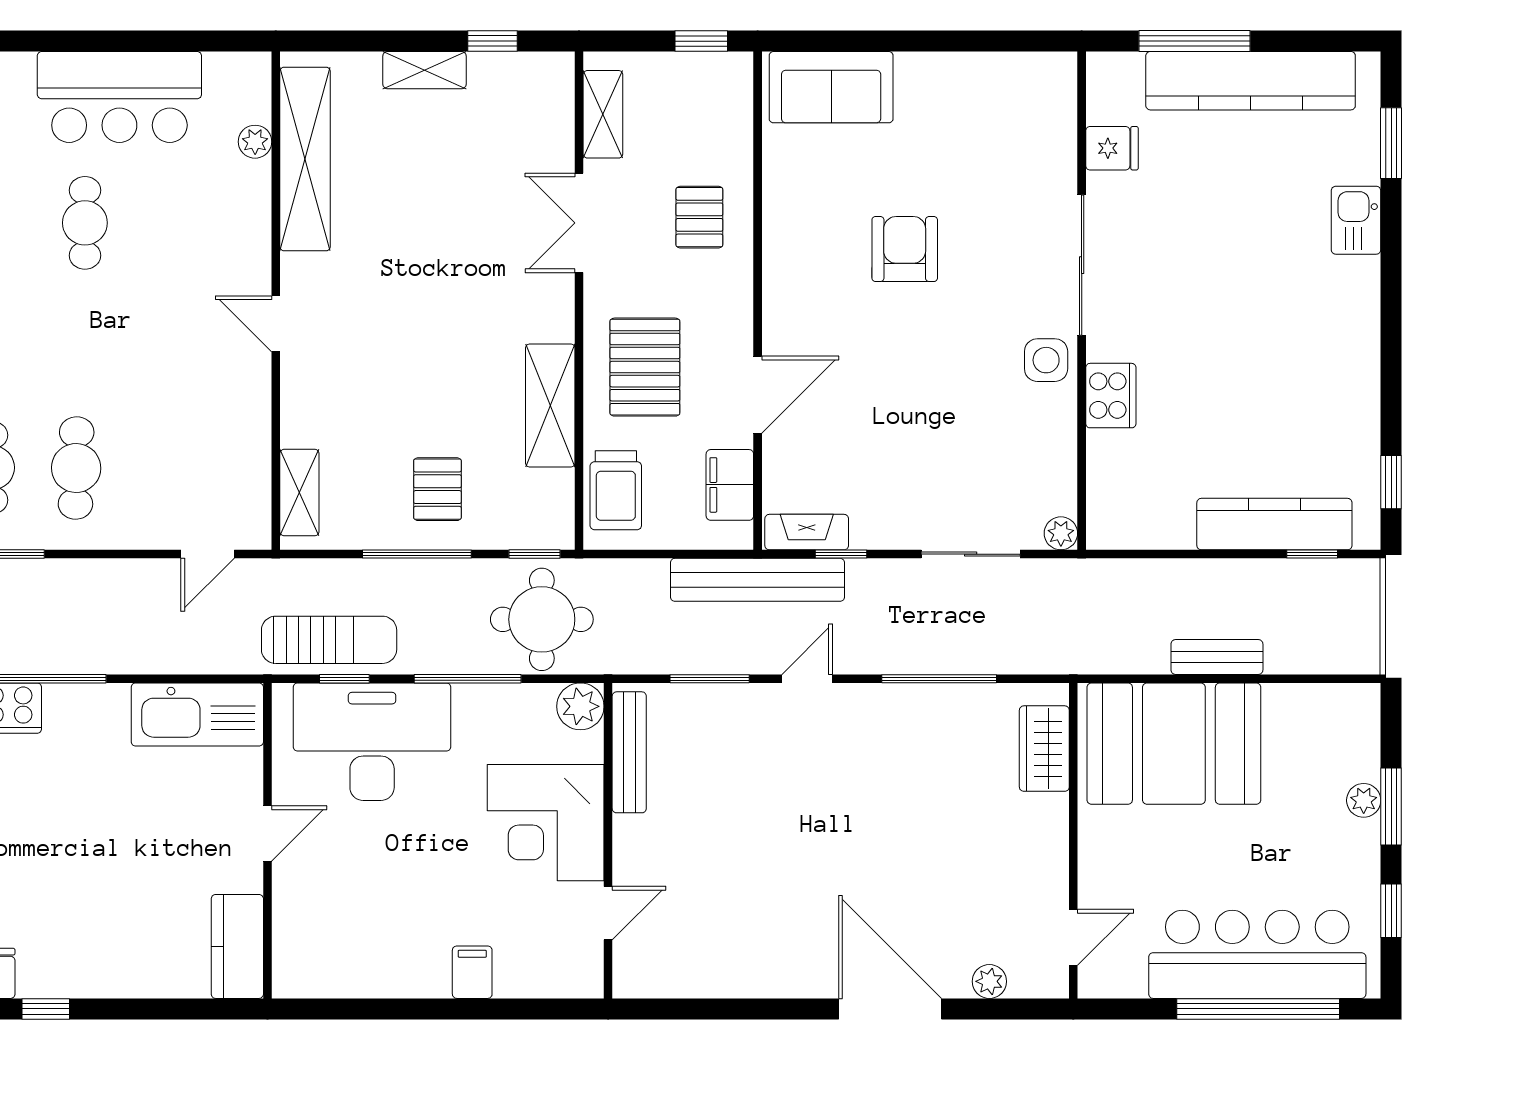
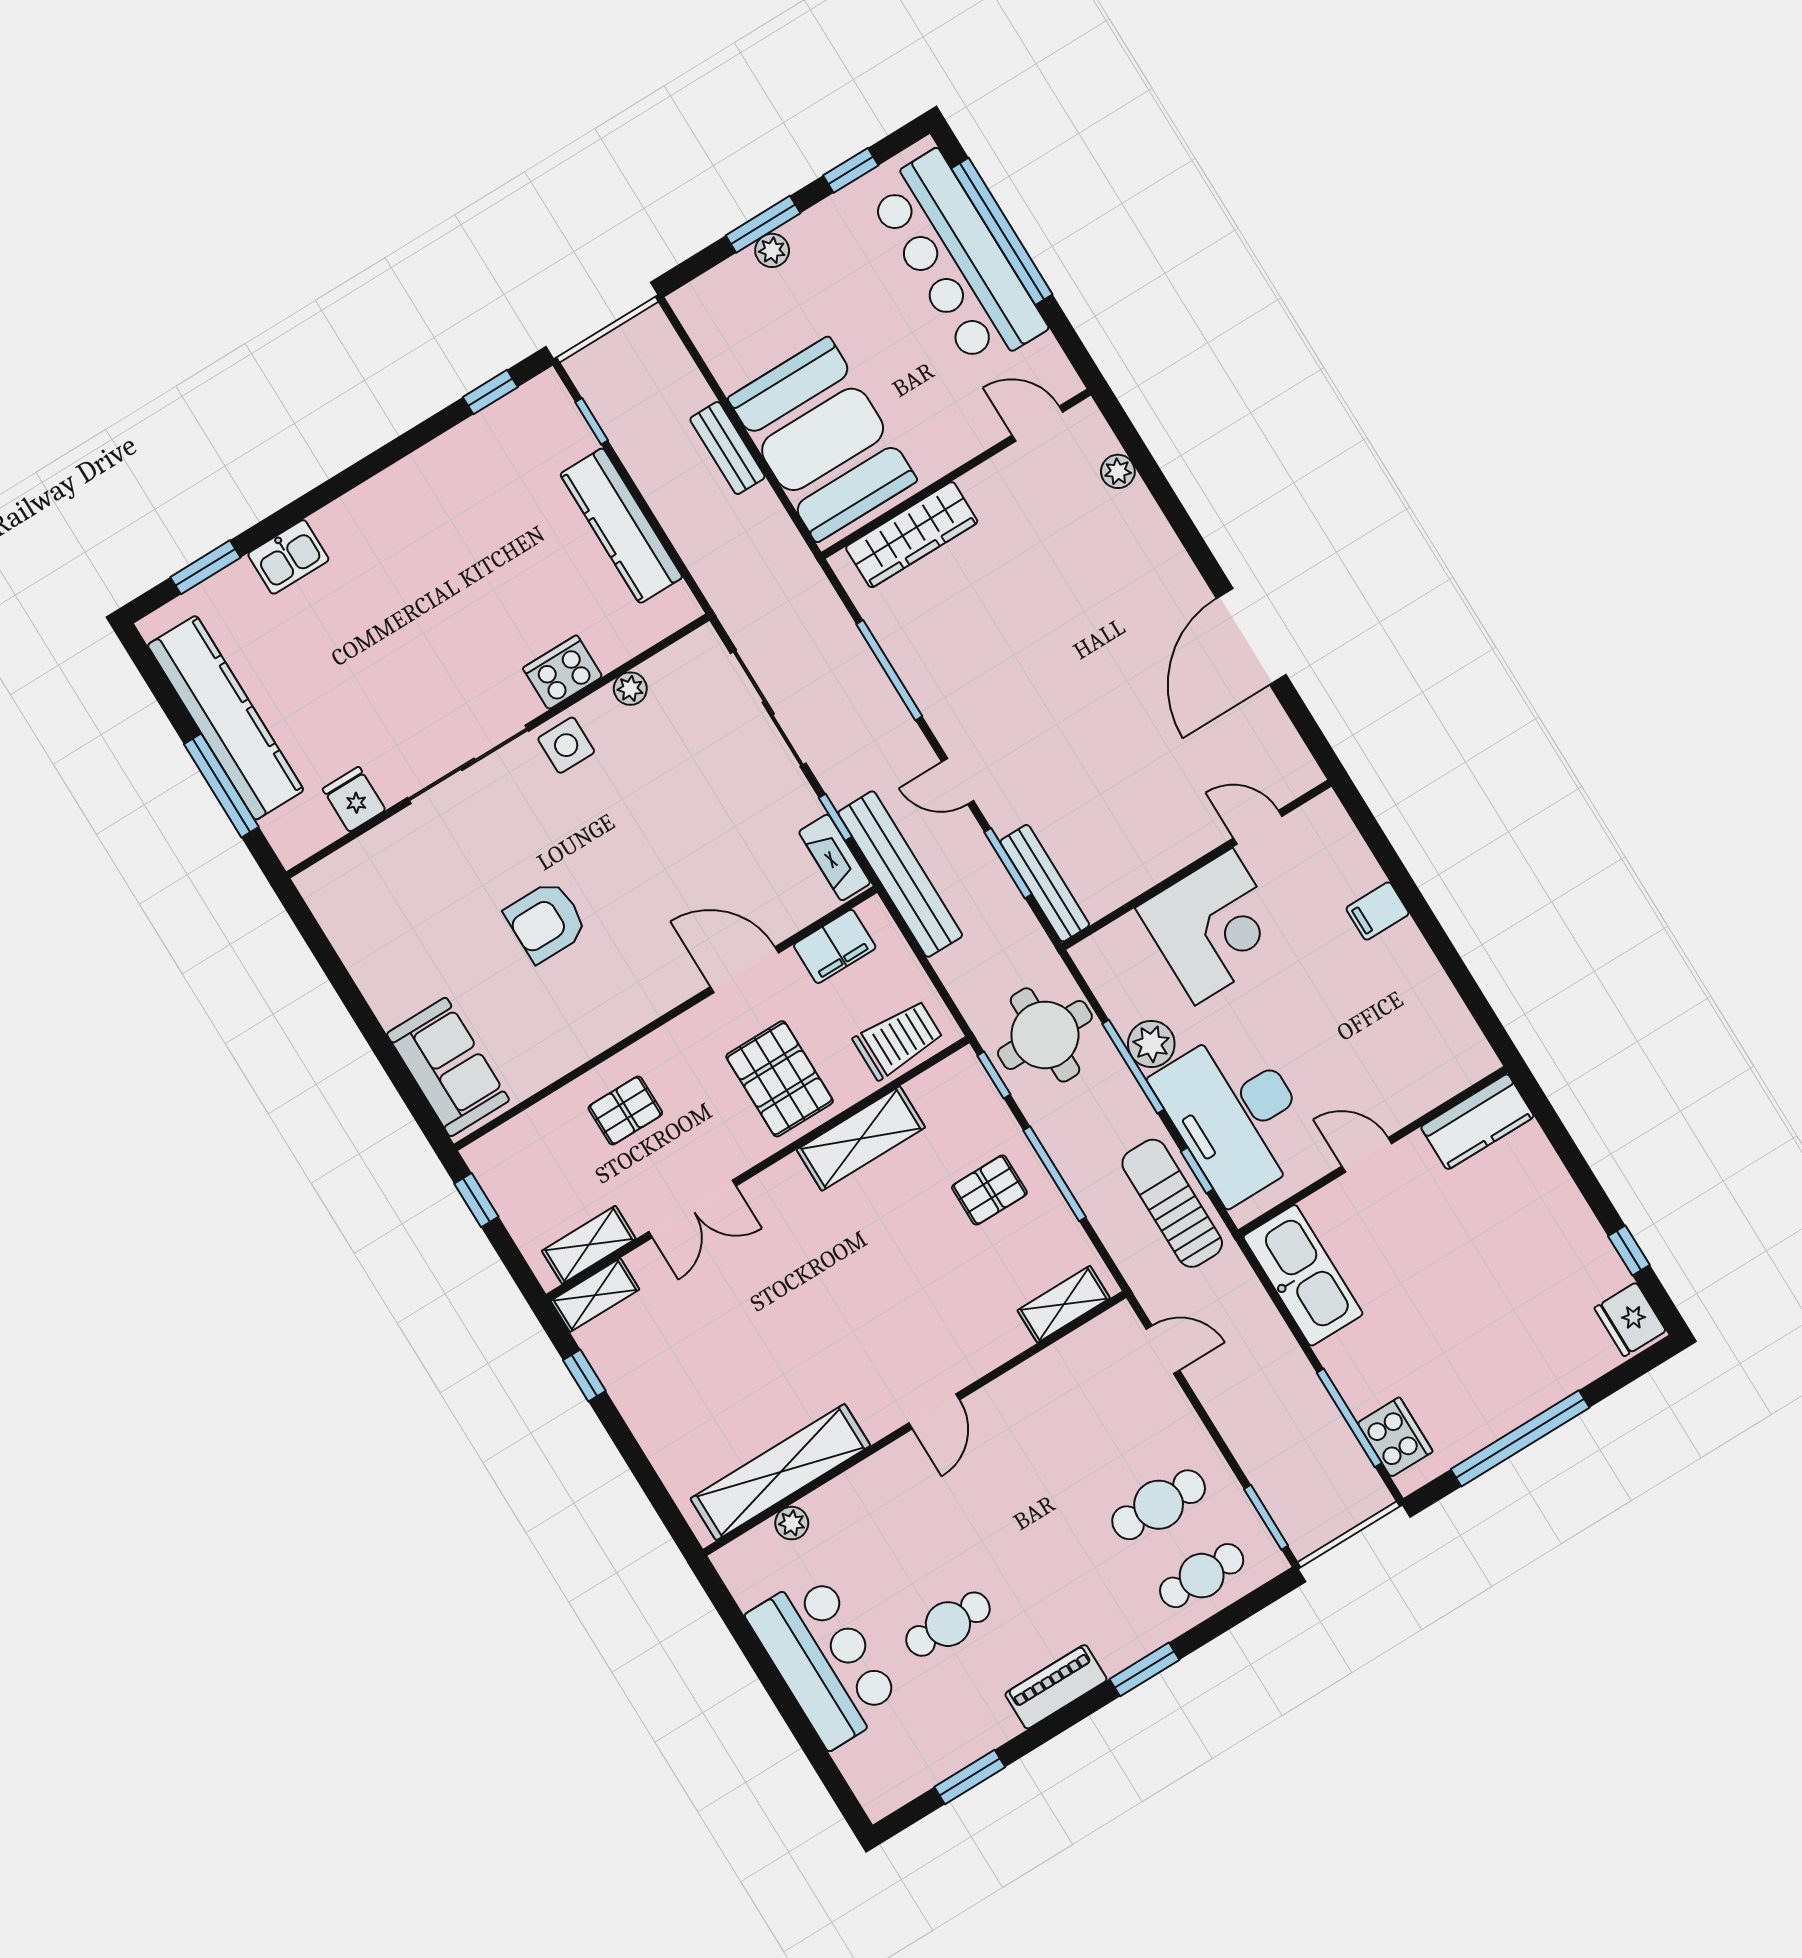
shelving: (424, 70) -> (595, 1295), moved, turned 90
pallet: (645, 367) -> (780, 1079), turned 90
kitchen counter: (1274, 524) -> (621, 526), moved
plant: (1061, 533) -> (630, 689), moved
sliding door: (971, 554) -> (768, 708), width x1.37
plant: (580, 706) -> (1151, 1044), moved
wardrobe: (1044, 749) -> (912, 535), width x1.50
bench: (629, 752) -> (1045, 883), moved, turned 90
door: (890, 1009) -> (1251, 636), moved

